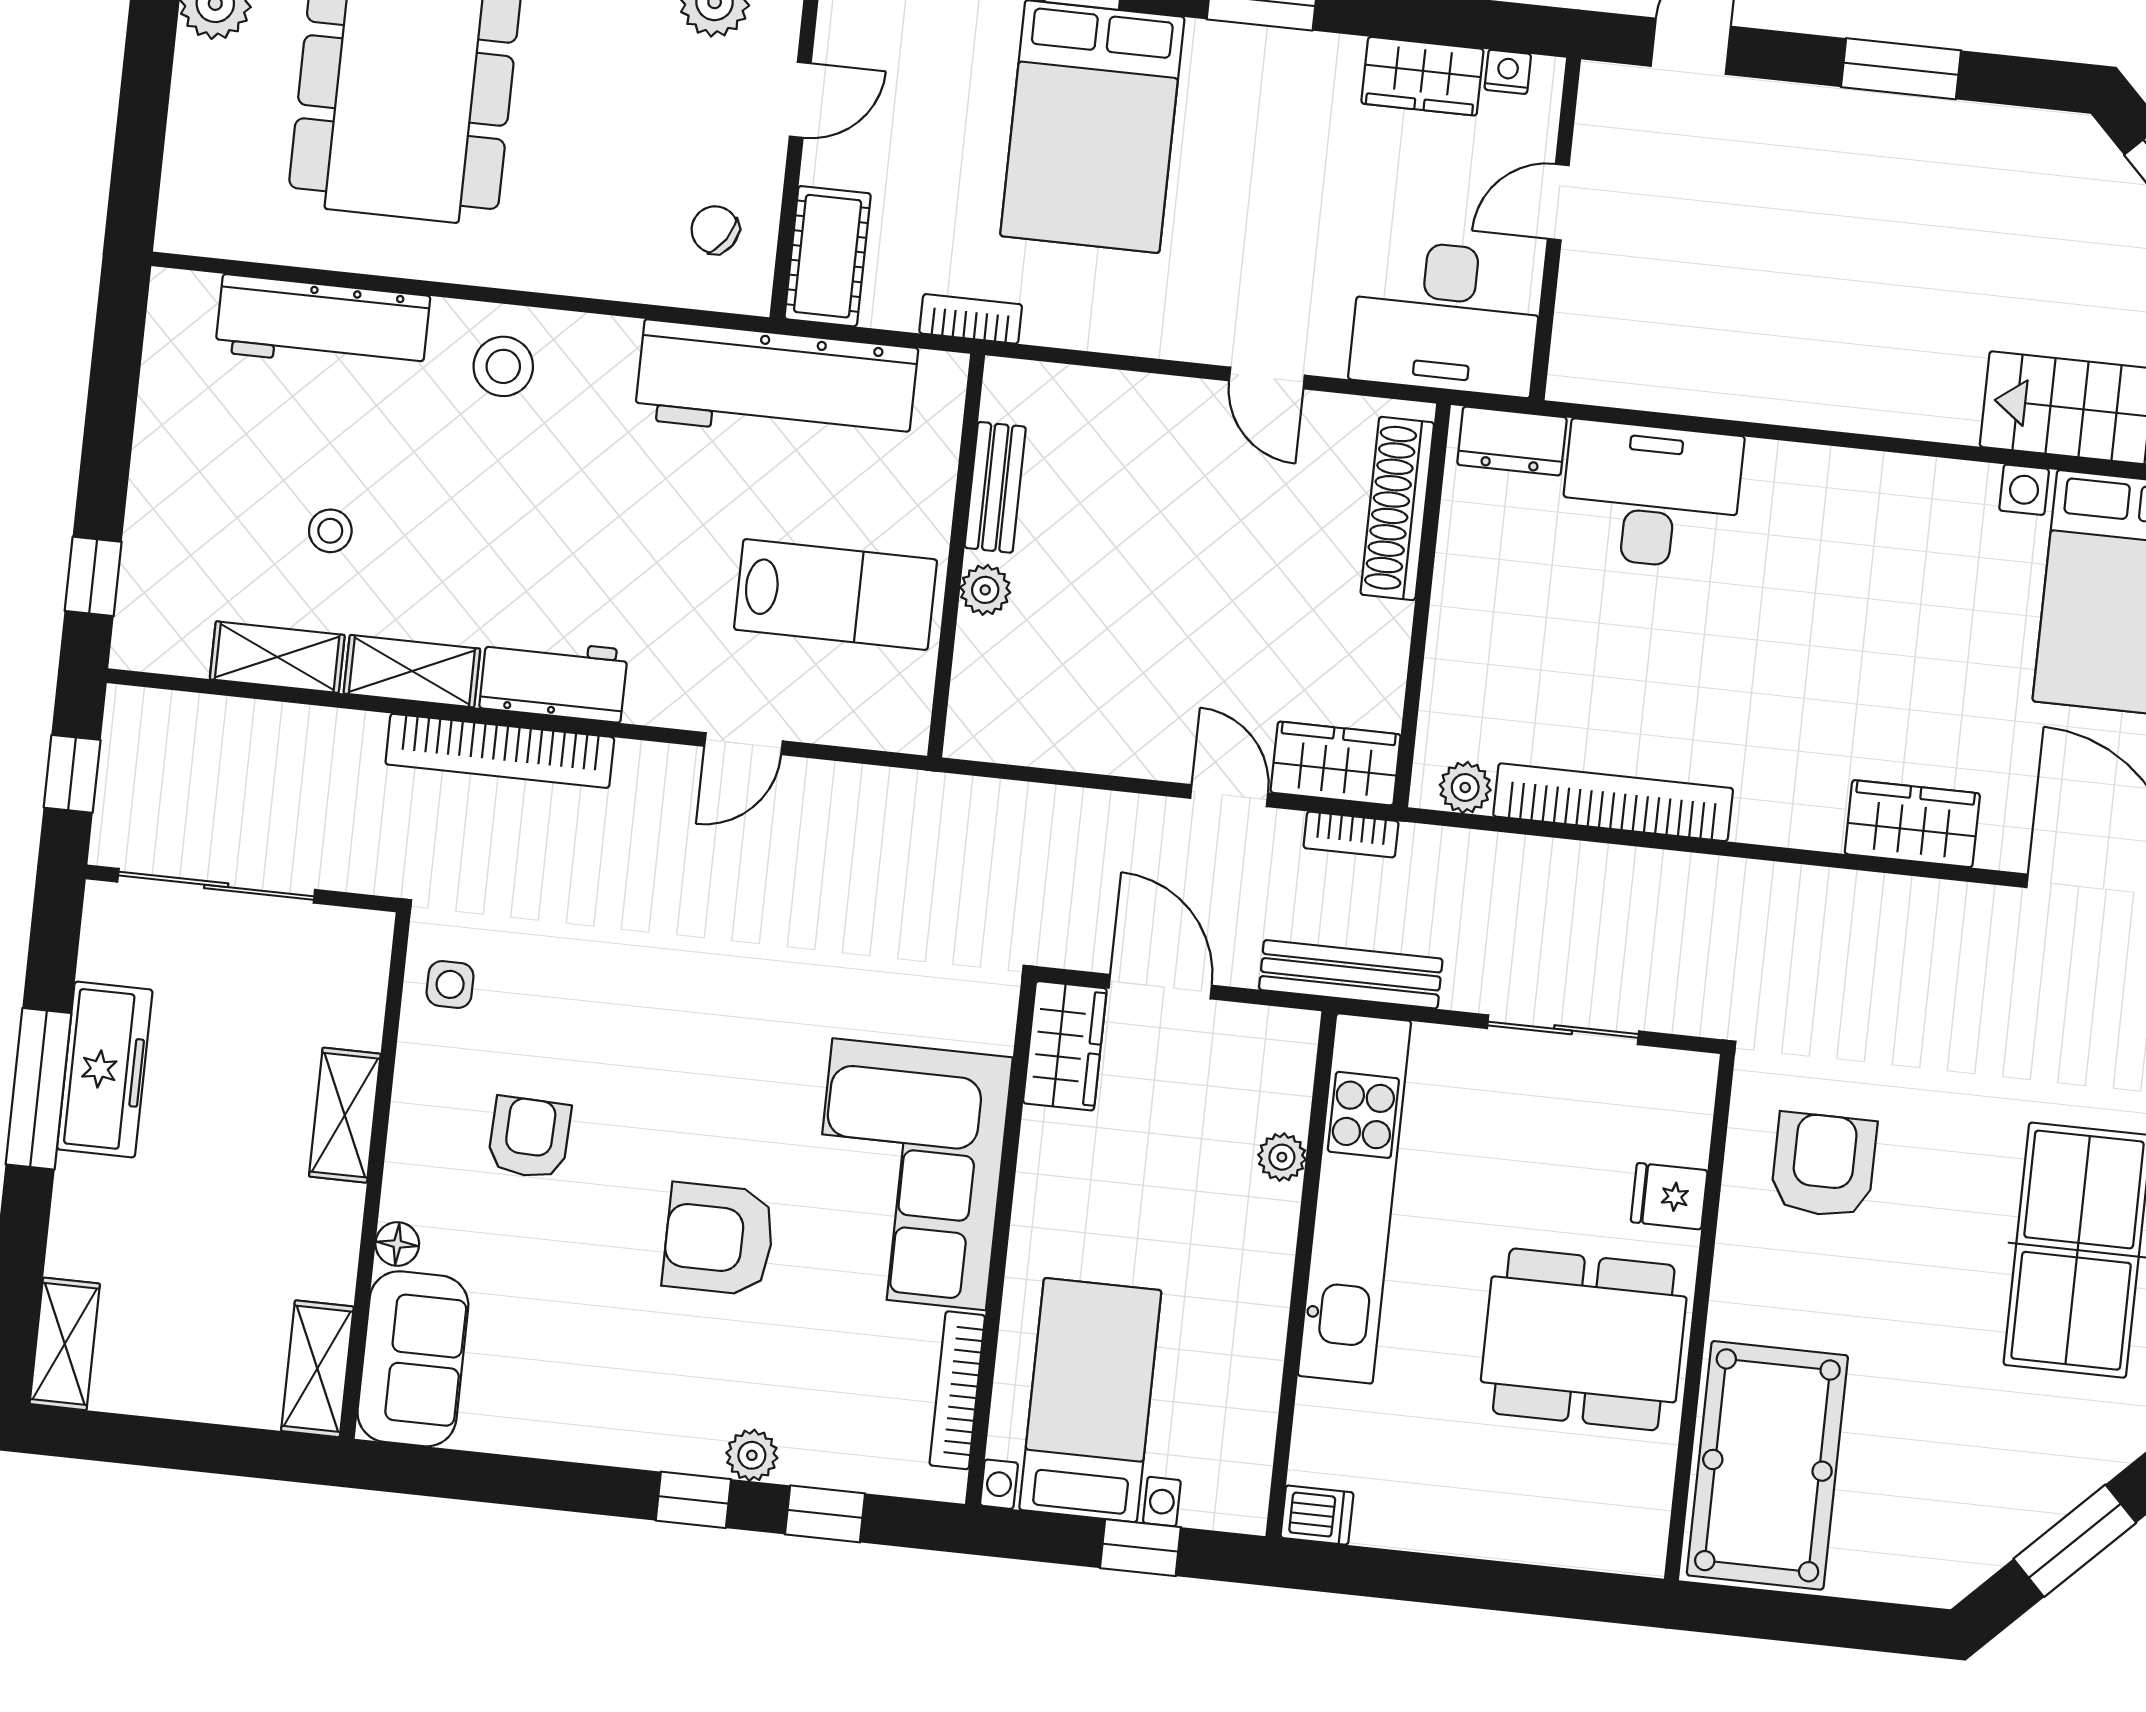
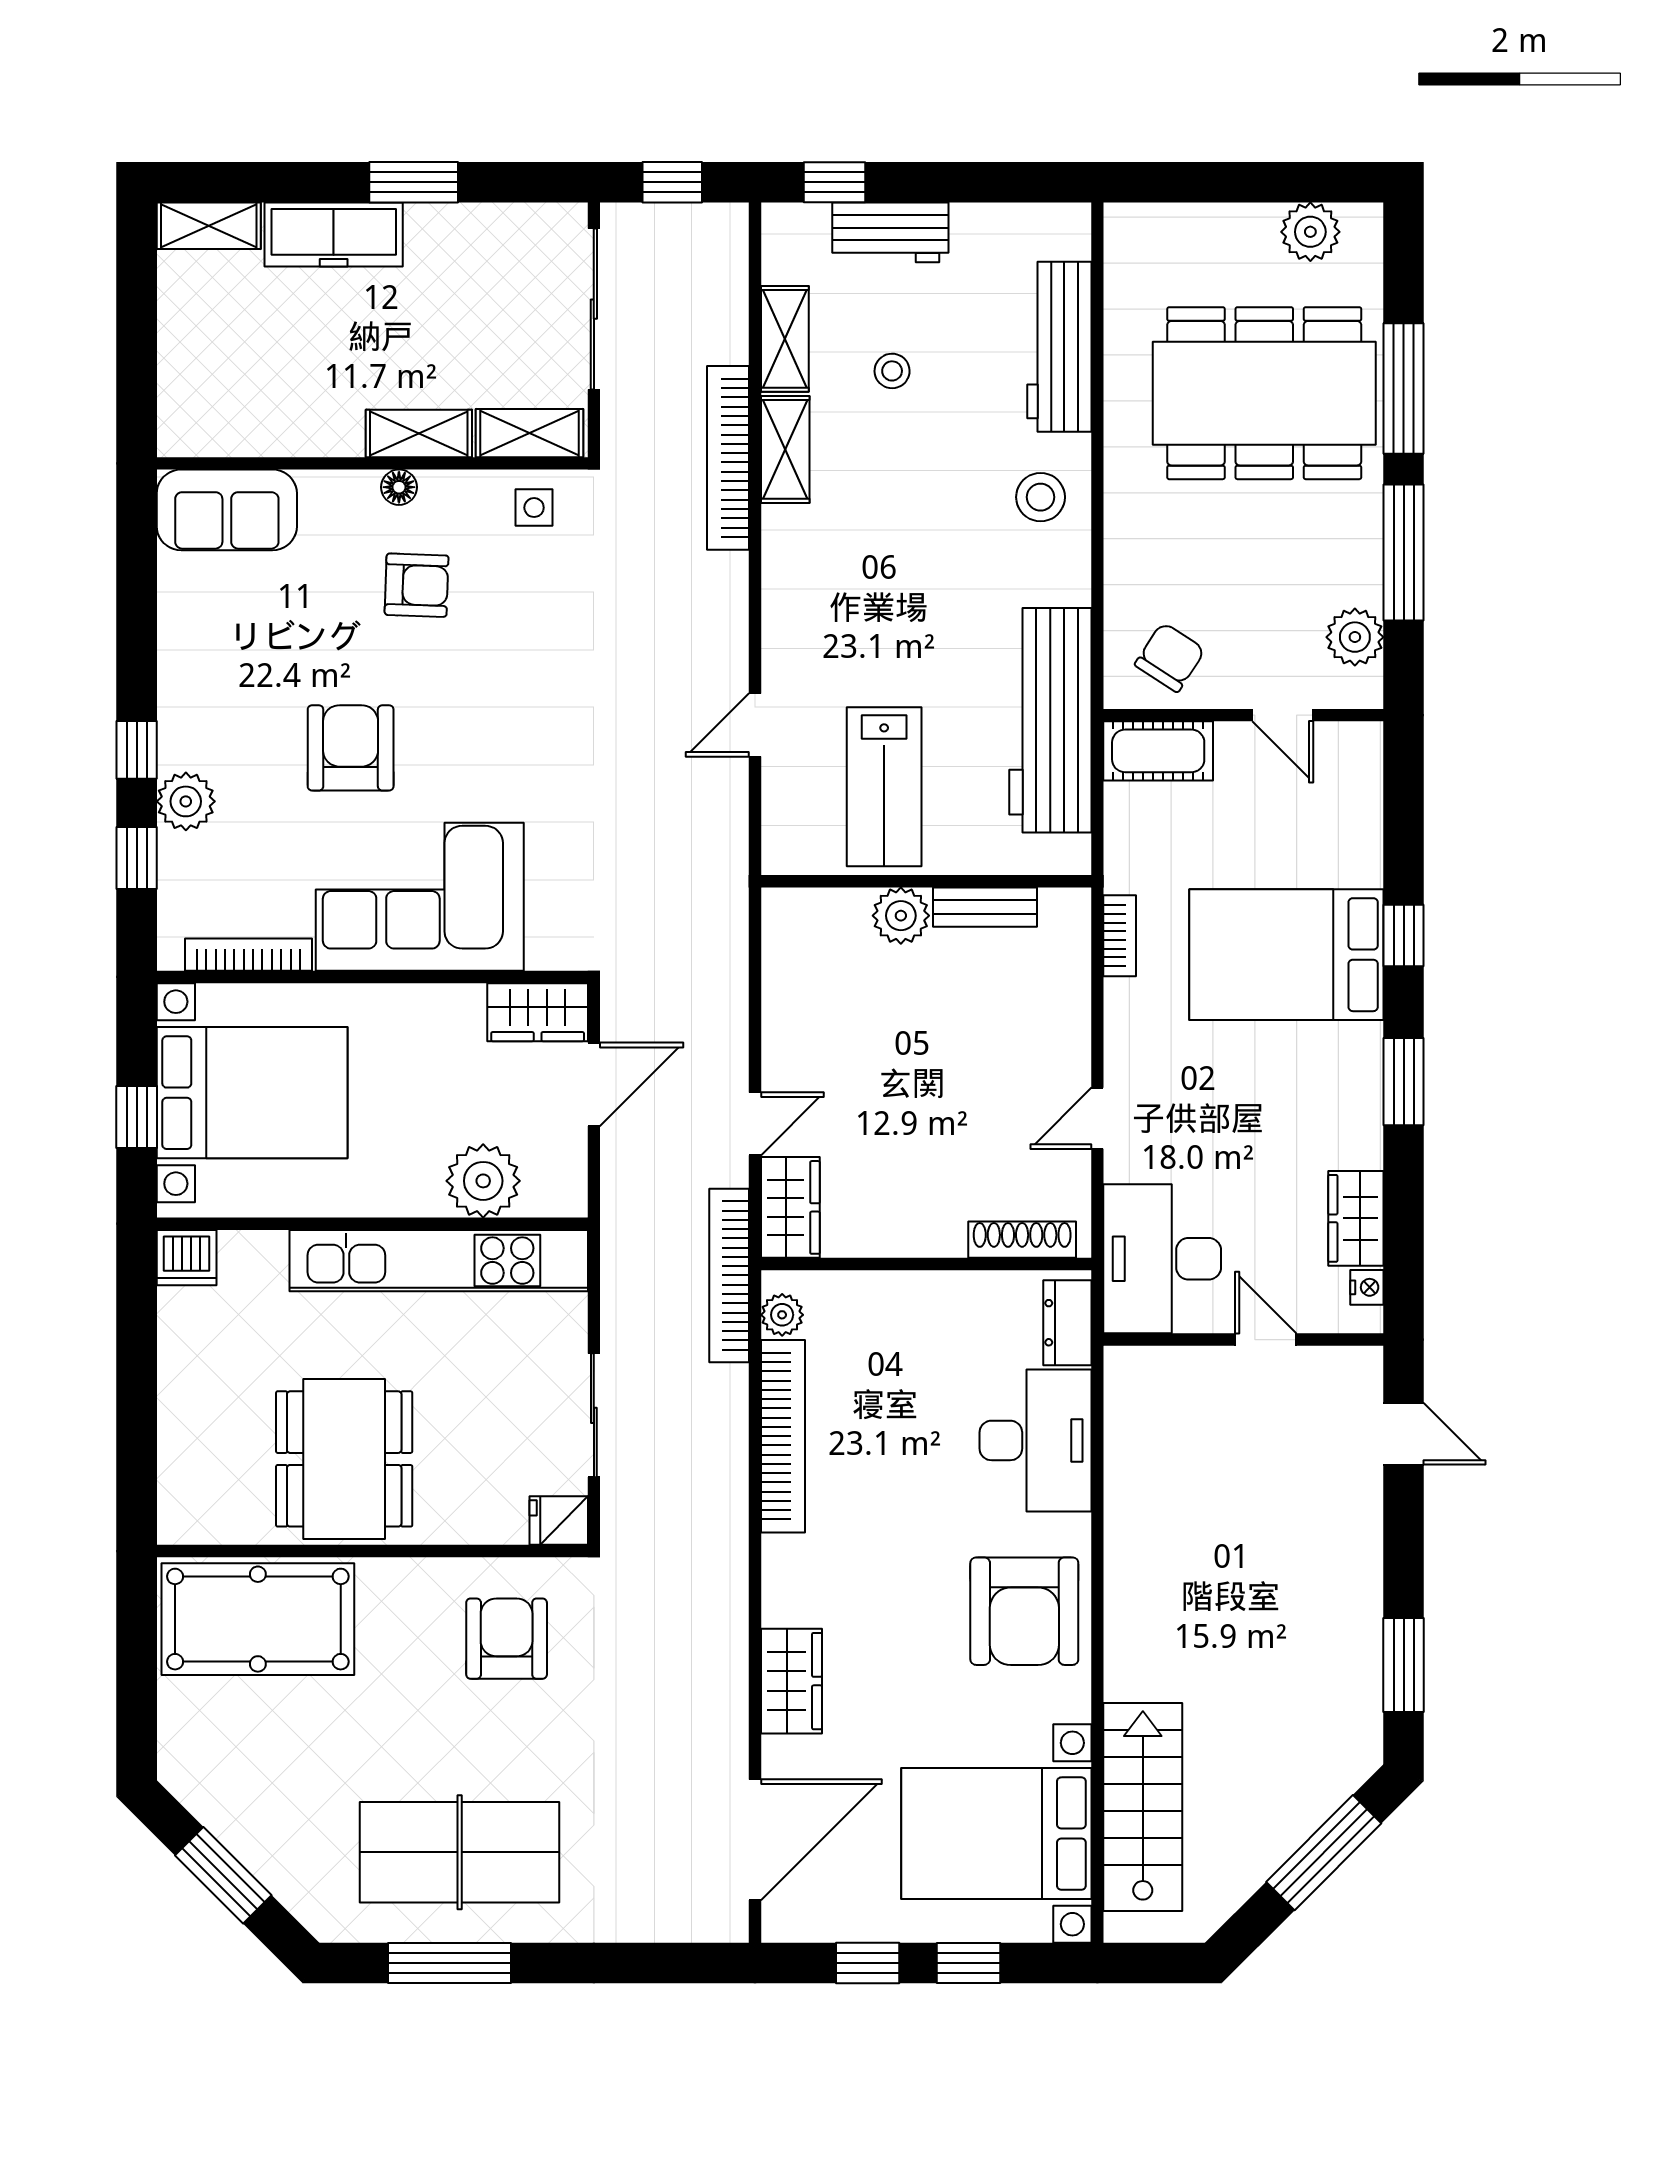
window: (1901, 69) -> (1404, 1665), moved
chair: (715, 230) -> (1170, 657), width x1.37, depth x1.37
bookcase: (971, 319) -> (1120, 936), moved
shoe rack: (1397, 508) -> (1022, 1240), width x0.74, depth x0.81
armchair: (1858, 531) -> (1024, 1611), added
plant: (985, 590) -> (901, 916), width x1.38, depth x1.38
workbench: (554, 679) -> (890, 232), moved, turned 90
door: (744, 744) -> (755, 725), hinge flipped
bookcase: (500, 751) -> (728, 458), moved
bookcase: (1351, 835) -> (729, 1275), width x2.31, depth x1.31
bench: (1351, 974) -> (620, 1238), removed
freezer: (105, 1070) -> (334, 235), moved
window: (38, 1089) -> (414, 182), width x0.69
plant: (1282, 1157) -> (483, 1181), width x1.87, depth x1.87
armchair: (1824, 1165) -> (507, 1639), turned -90
fridge: (1669, 1196) -> (559, 1521), moved, turned -90
floor lamp: (397, 1244) -> (399, 487), moved
shelving: (317, 1369) -> (529, 433), moved
bed with nightstands: (1090, 1400) -> (252, 1093), width x1.36
plant: (752, 1455) -> (186, 801), width x1.38, depth x1.38
dishwasher: (1317, 1515) -> (187, 1258), width x1.38

